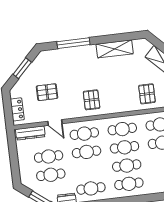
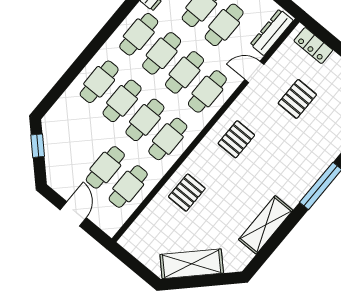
pallet: (147, 94) -> (187, 193), moved, turned 90
pallet: (92, 100) -> (236, 139), turned 90
cafe table: (89, 170) -> (162, 53), added

